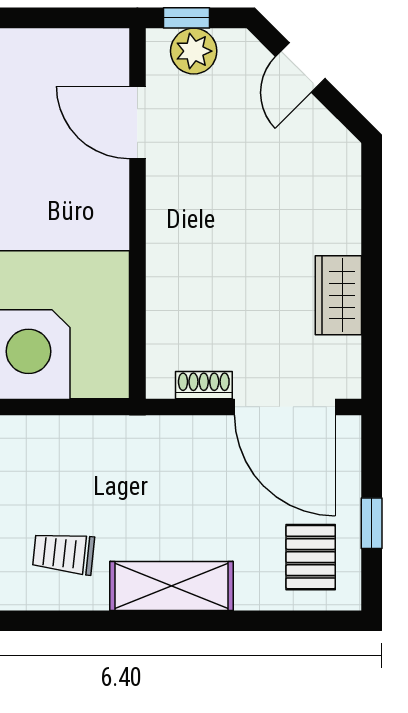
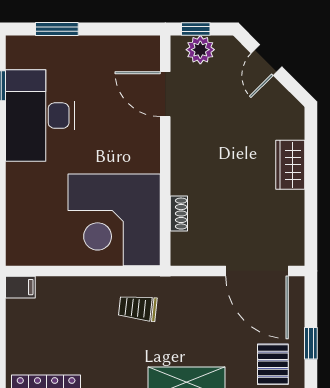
wardrobe: (338, 295) -> (290, 165), moved
shoe rack: (204, 385) -> (179, 214), moved, turned 90
trolley: (63, 553) -> (138, 308), moved

